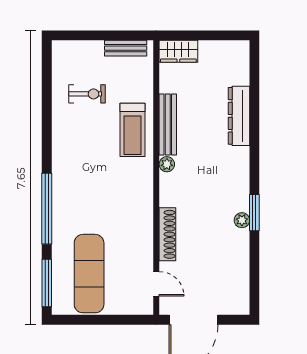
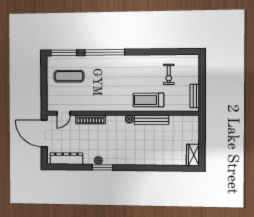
wardrobe: (178, 51) -> (193, 155), moved
dresser: (239, 116) -> (66, 159), moved
exercise mat: (89, 274) -> (69, 76), width x0.73, depth x0.69

